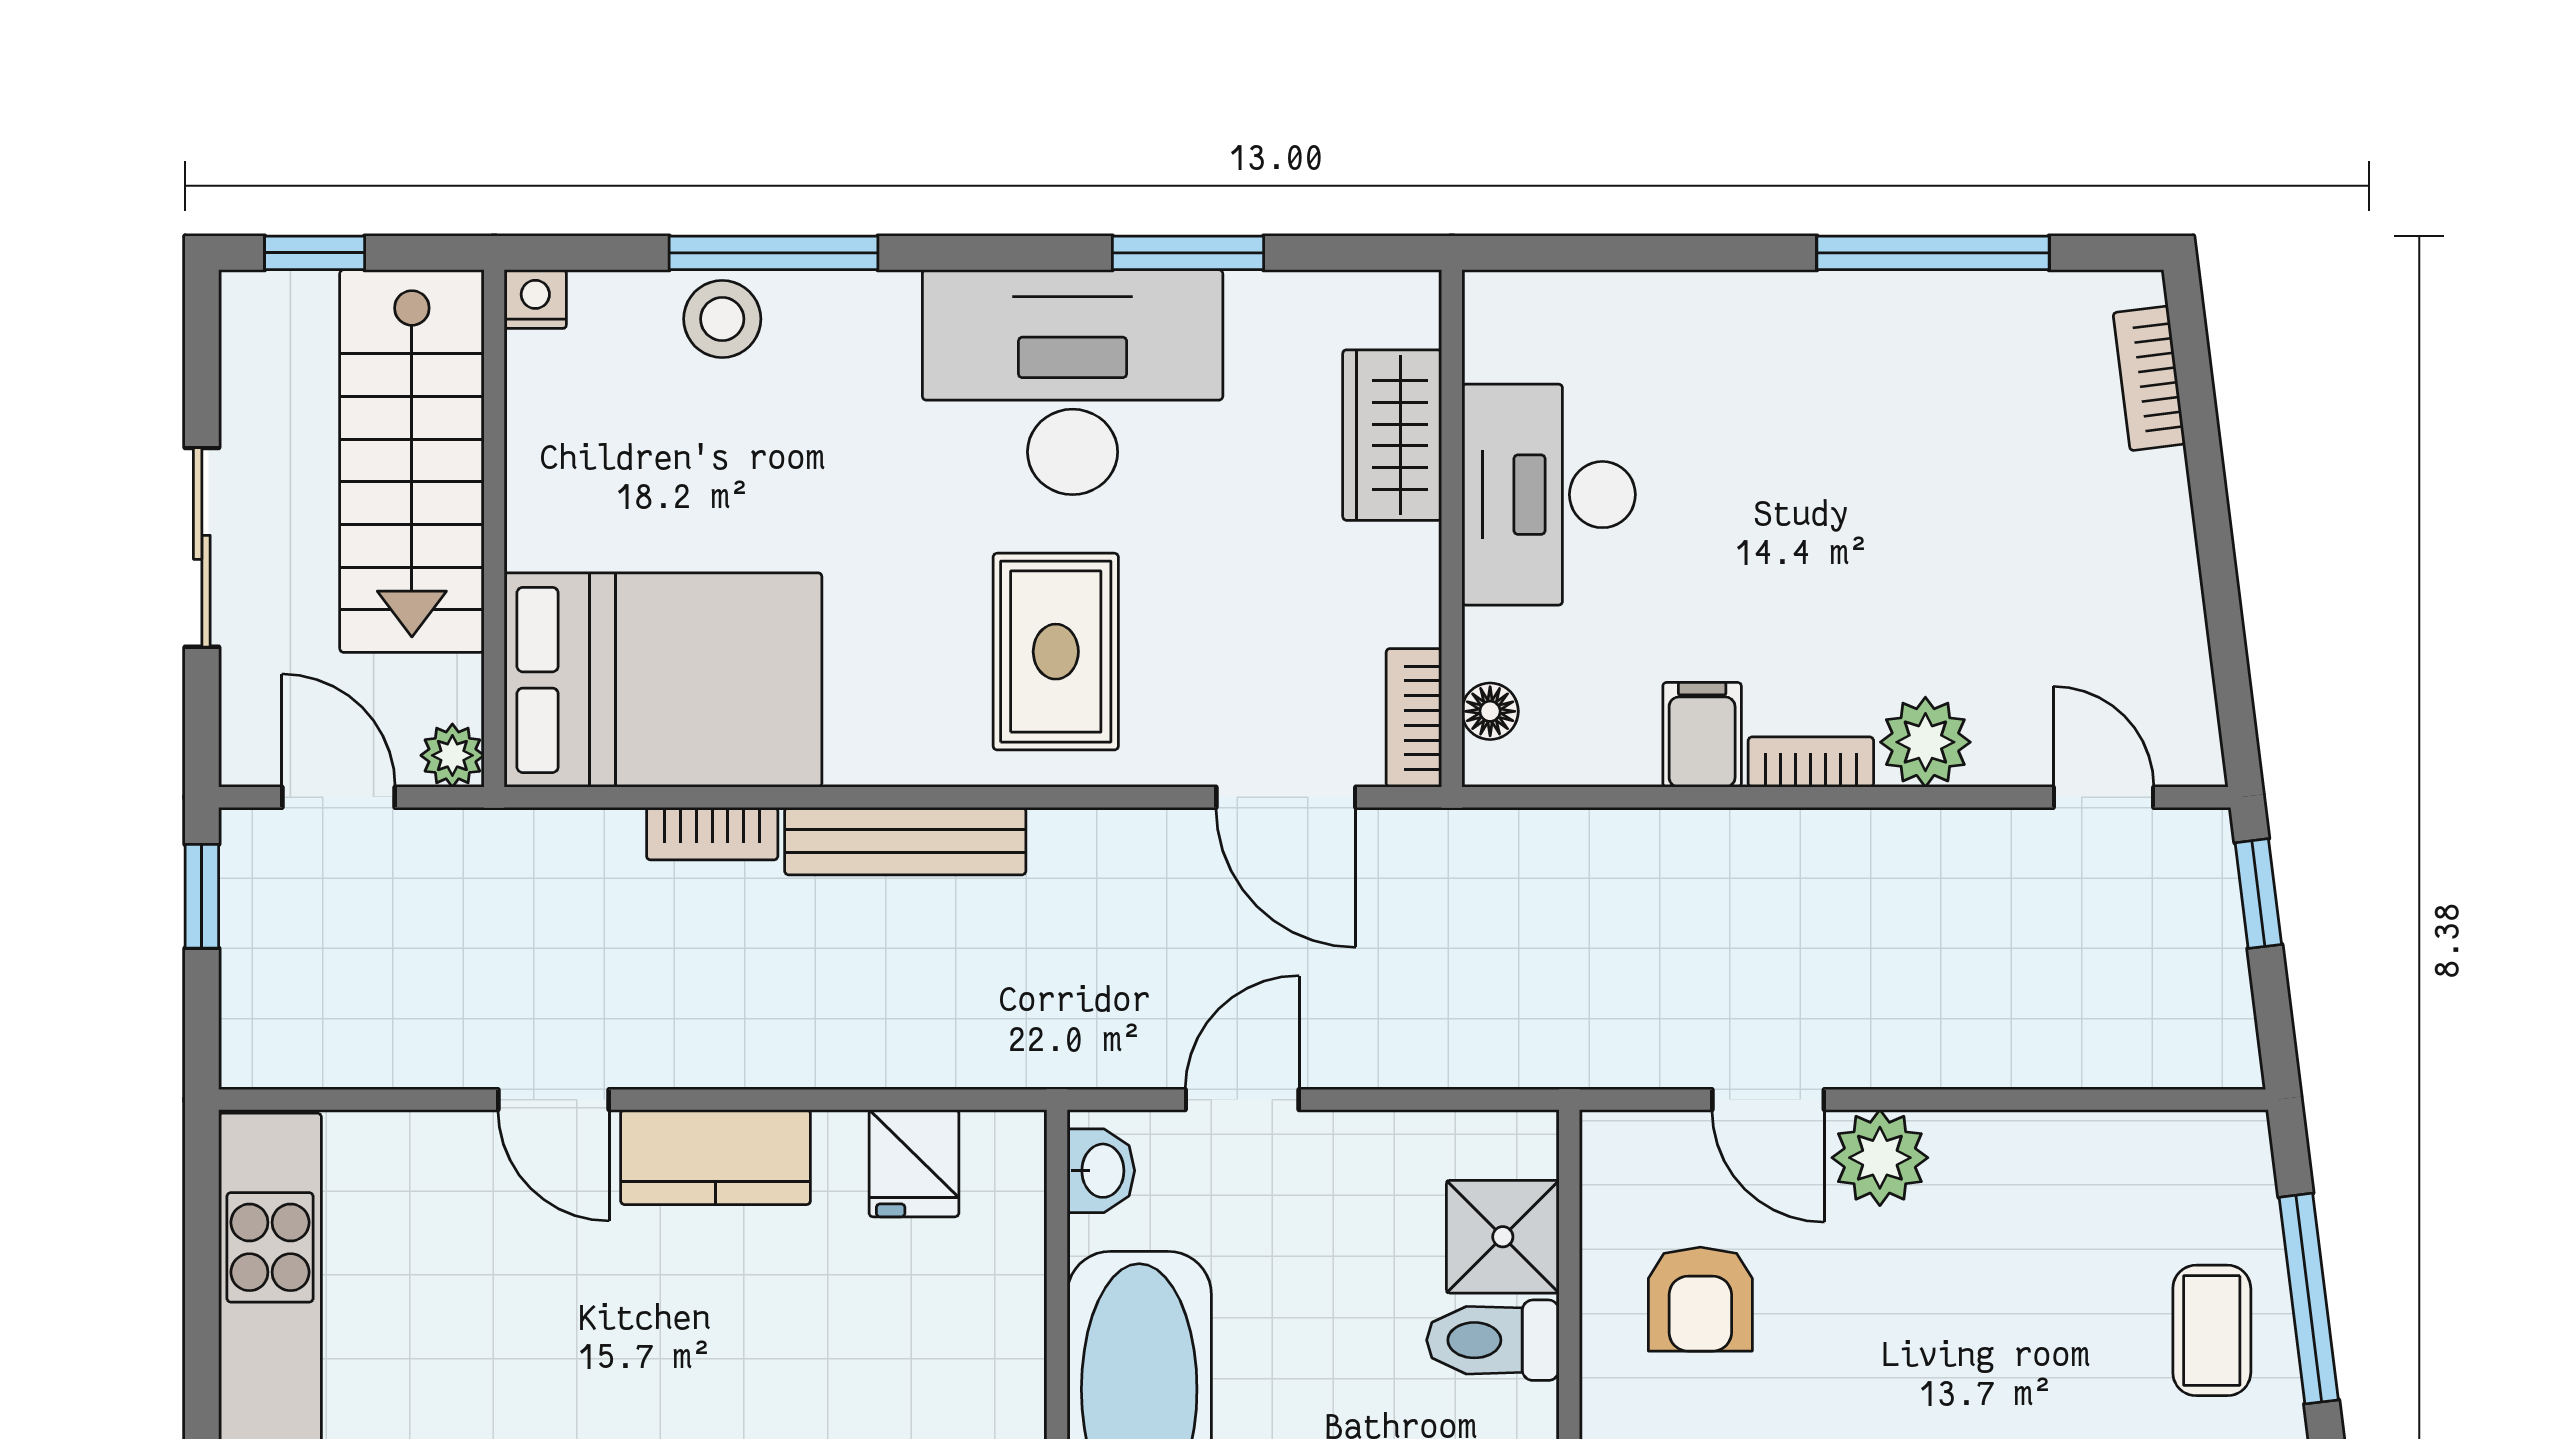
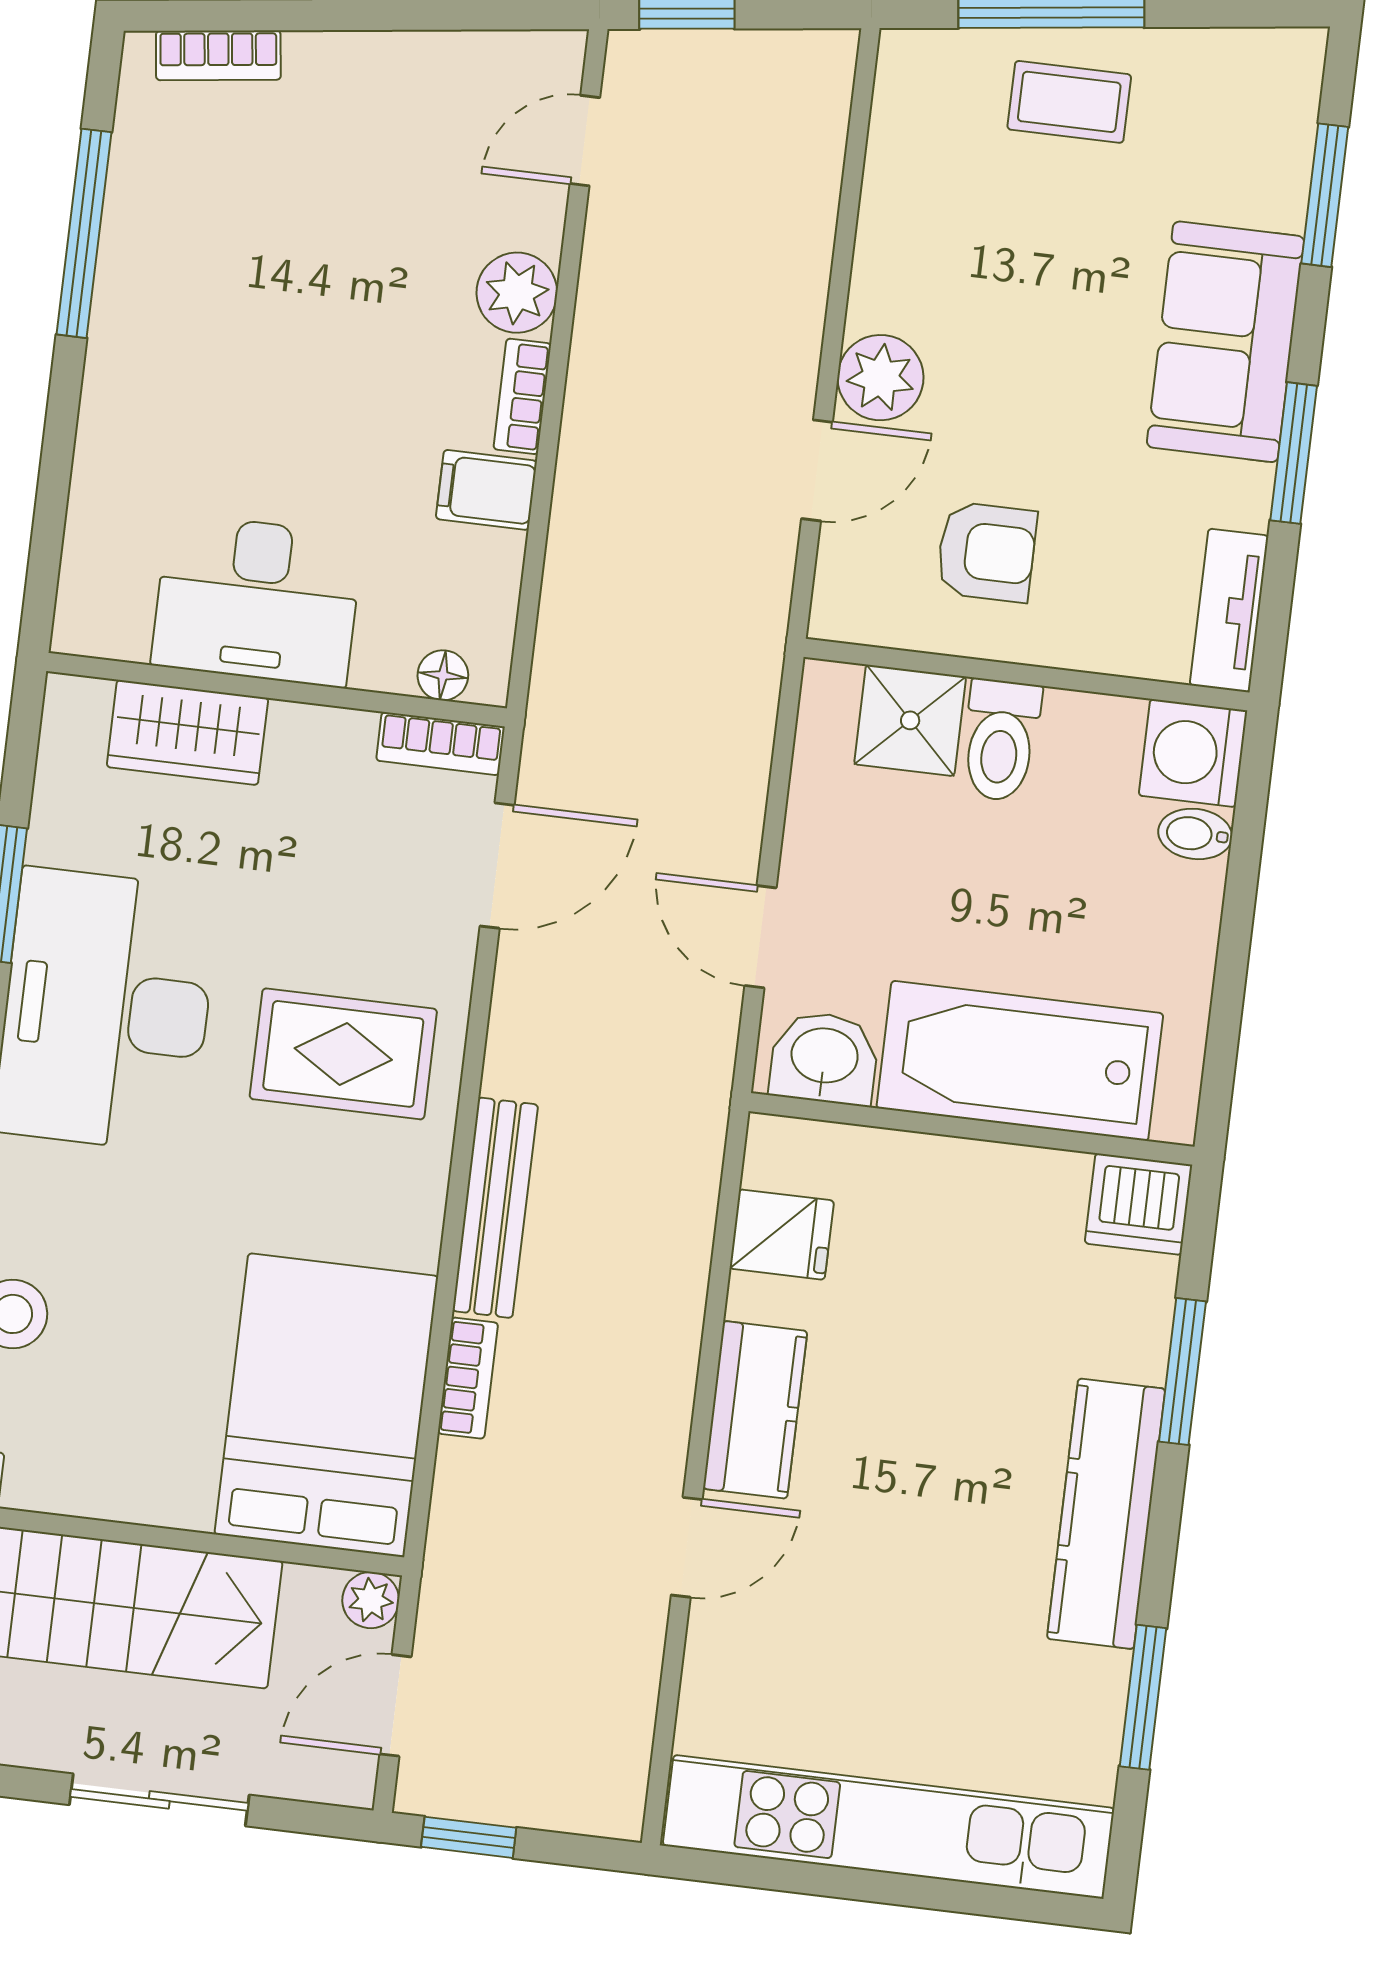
washbasin: (1101, 1171) -> (824, 1058), width x1.38, depth x1.45

